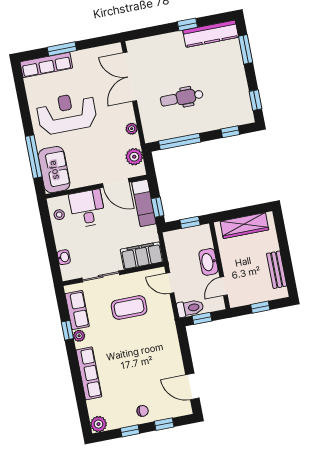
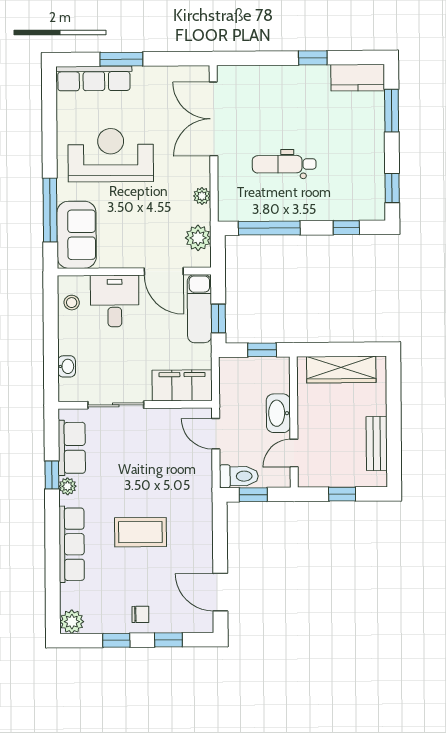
kitchen counter: (211, 34) -> (358, 78), width x0.67
coffee table: (129, 308) -> (140, 532), moved

